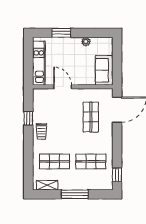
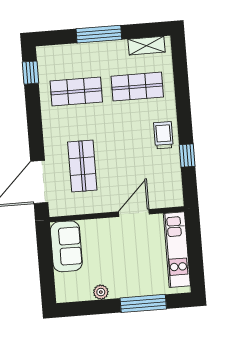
window: (61, 33) -> (143, 303), width x1.44
door: (63, 87) -> (134, 213), swing flipped

